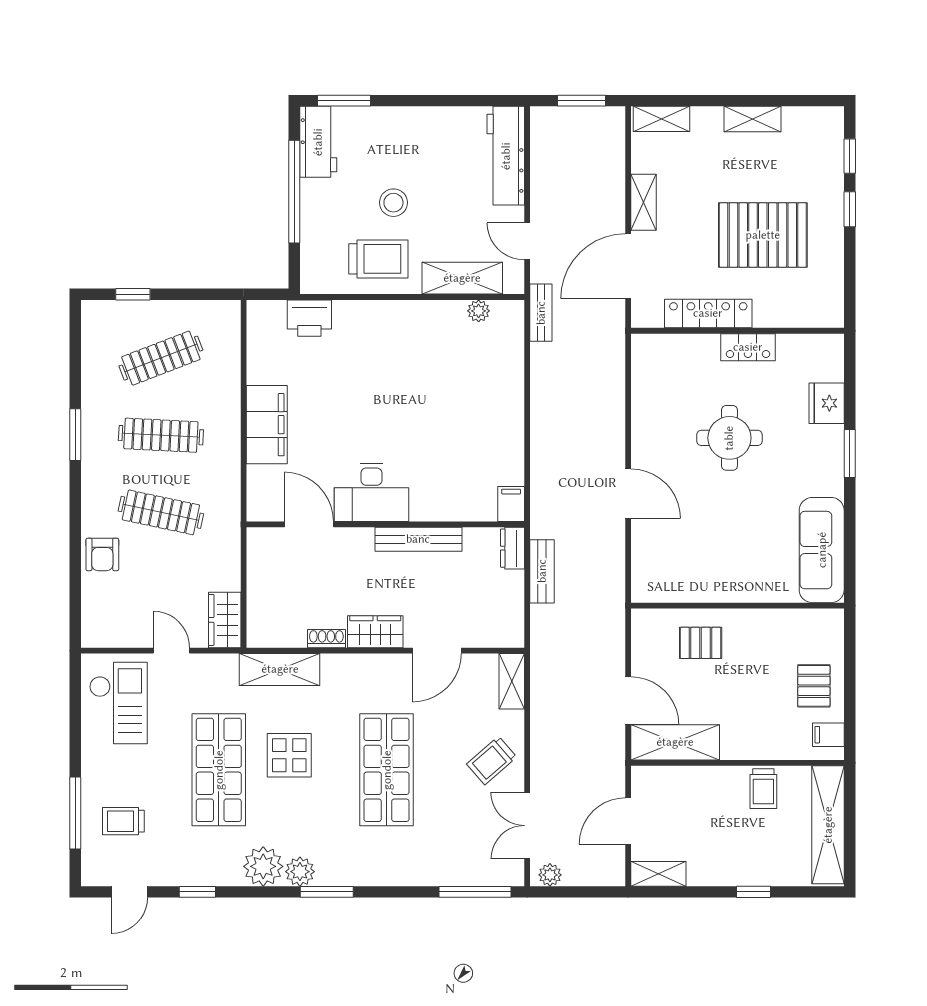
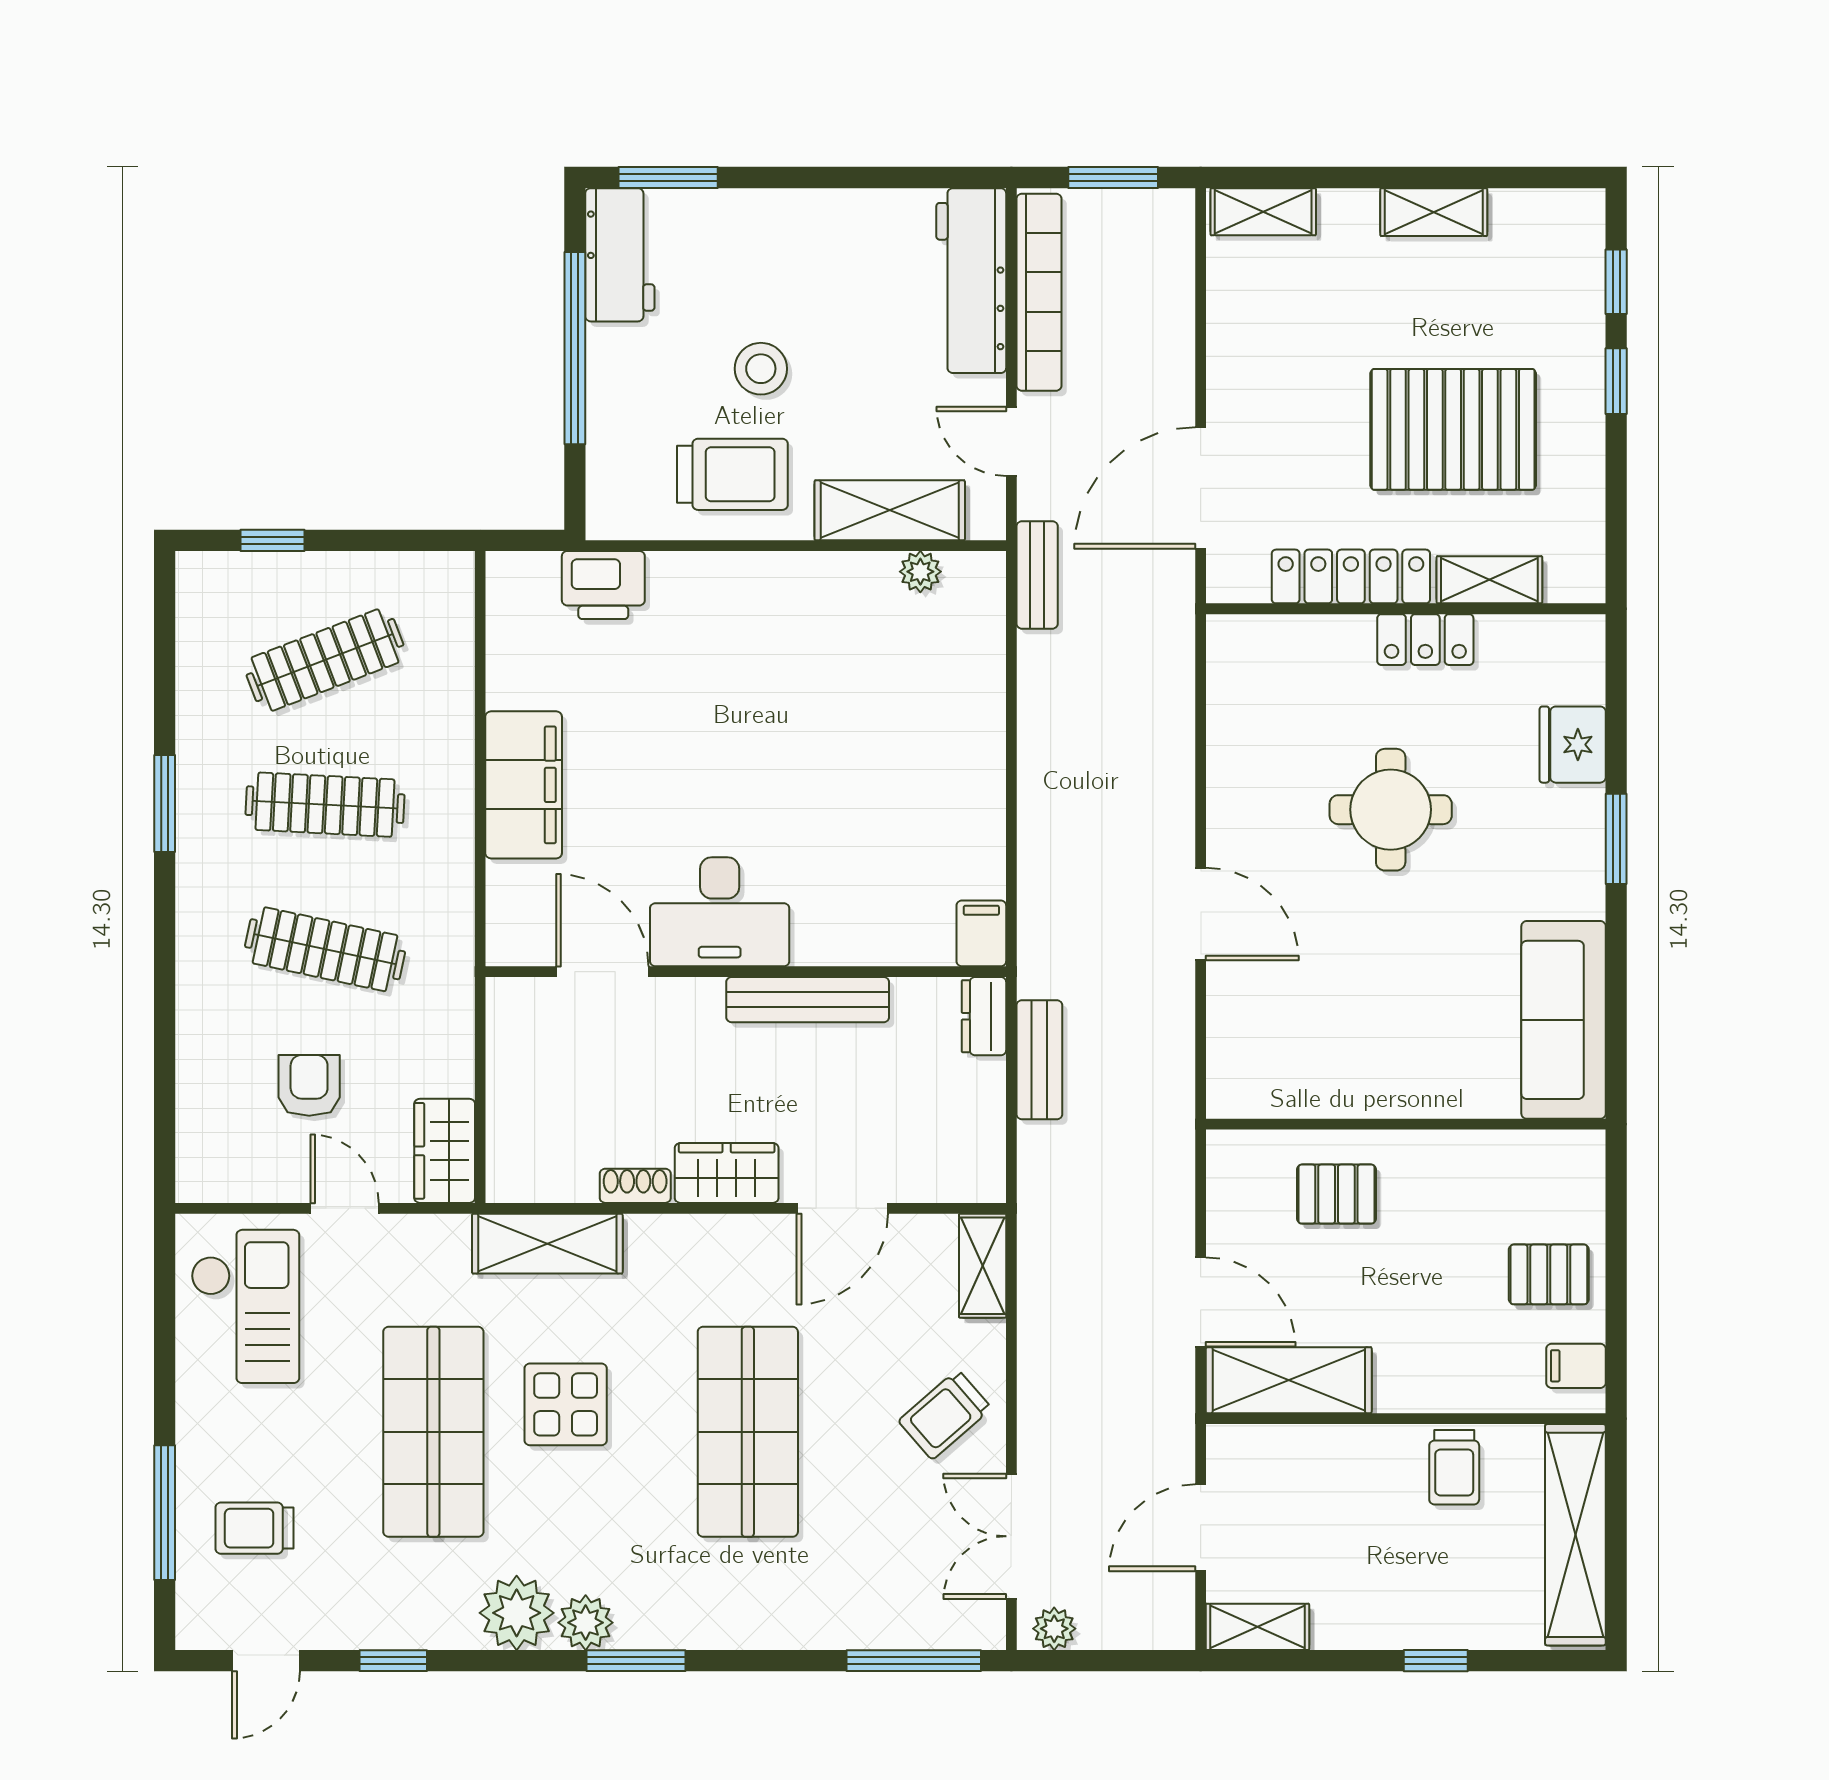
bookcase: (542, 162) -> (1039, 292), added
shelving: (644, 202) -> (1489, 580), moved, turned 90
armchair: (102, 554) -> (309, 1085), moved, turned 180
pallet: (814, 686) -> (1549, 1274), turned 90

